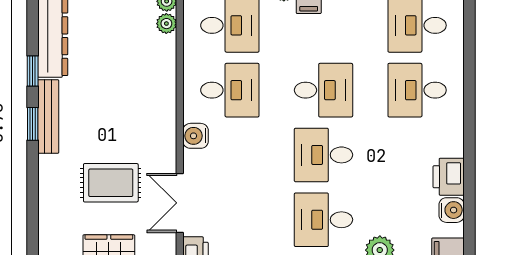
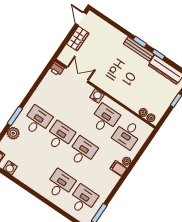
desk: (230, 90) -> (105, 119), turned 180
desk: (323, 90) -> (82, 152), turned 180
printer: (449, 177) -> (22, 175), removed
rug: (111, 183) -> (101, 55), removed

